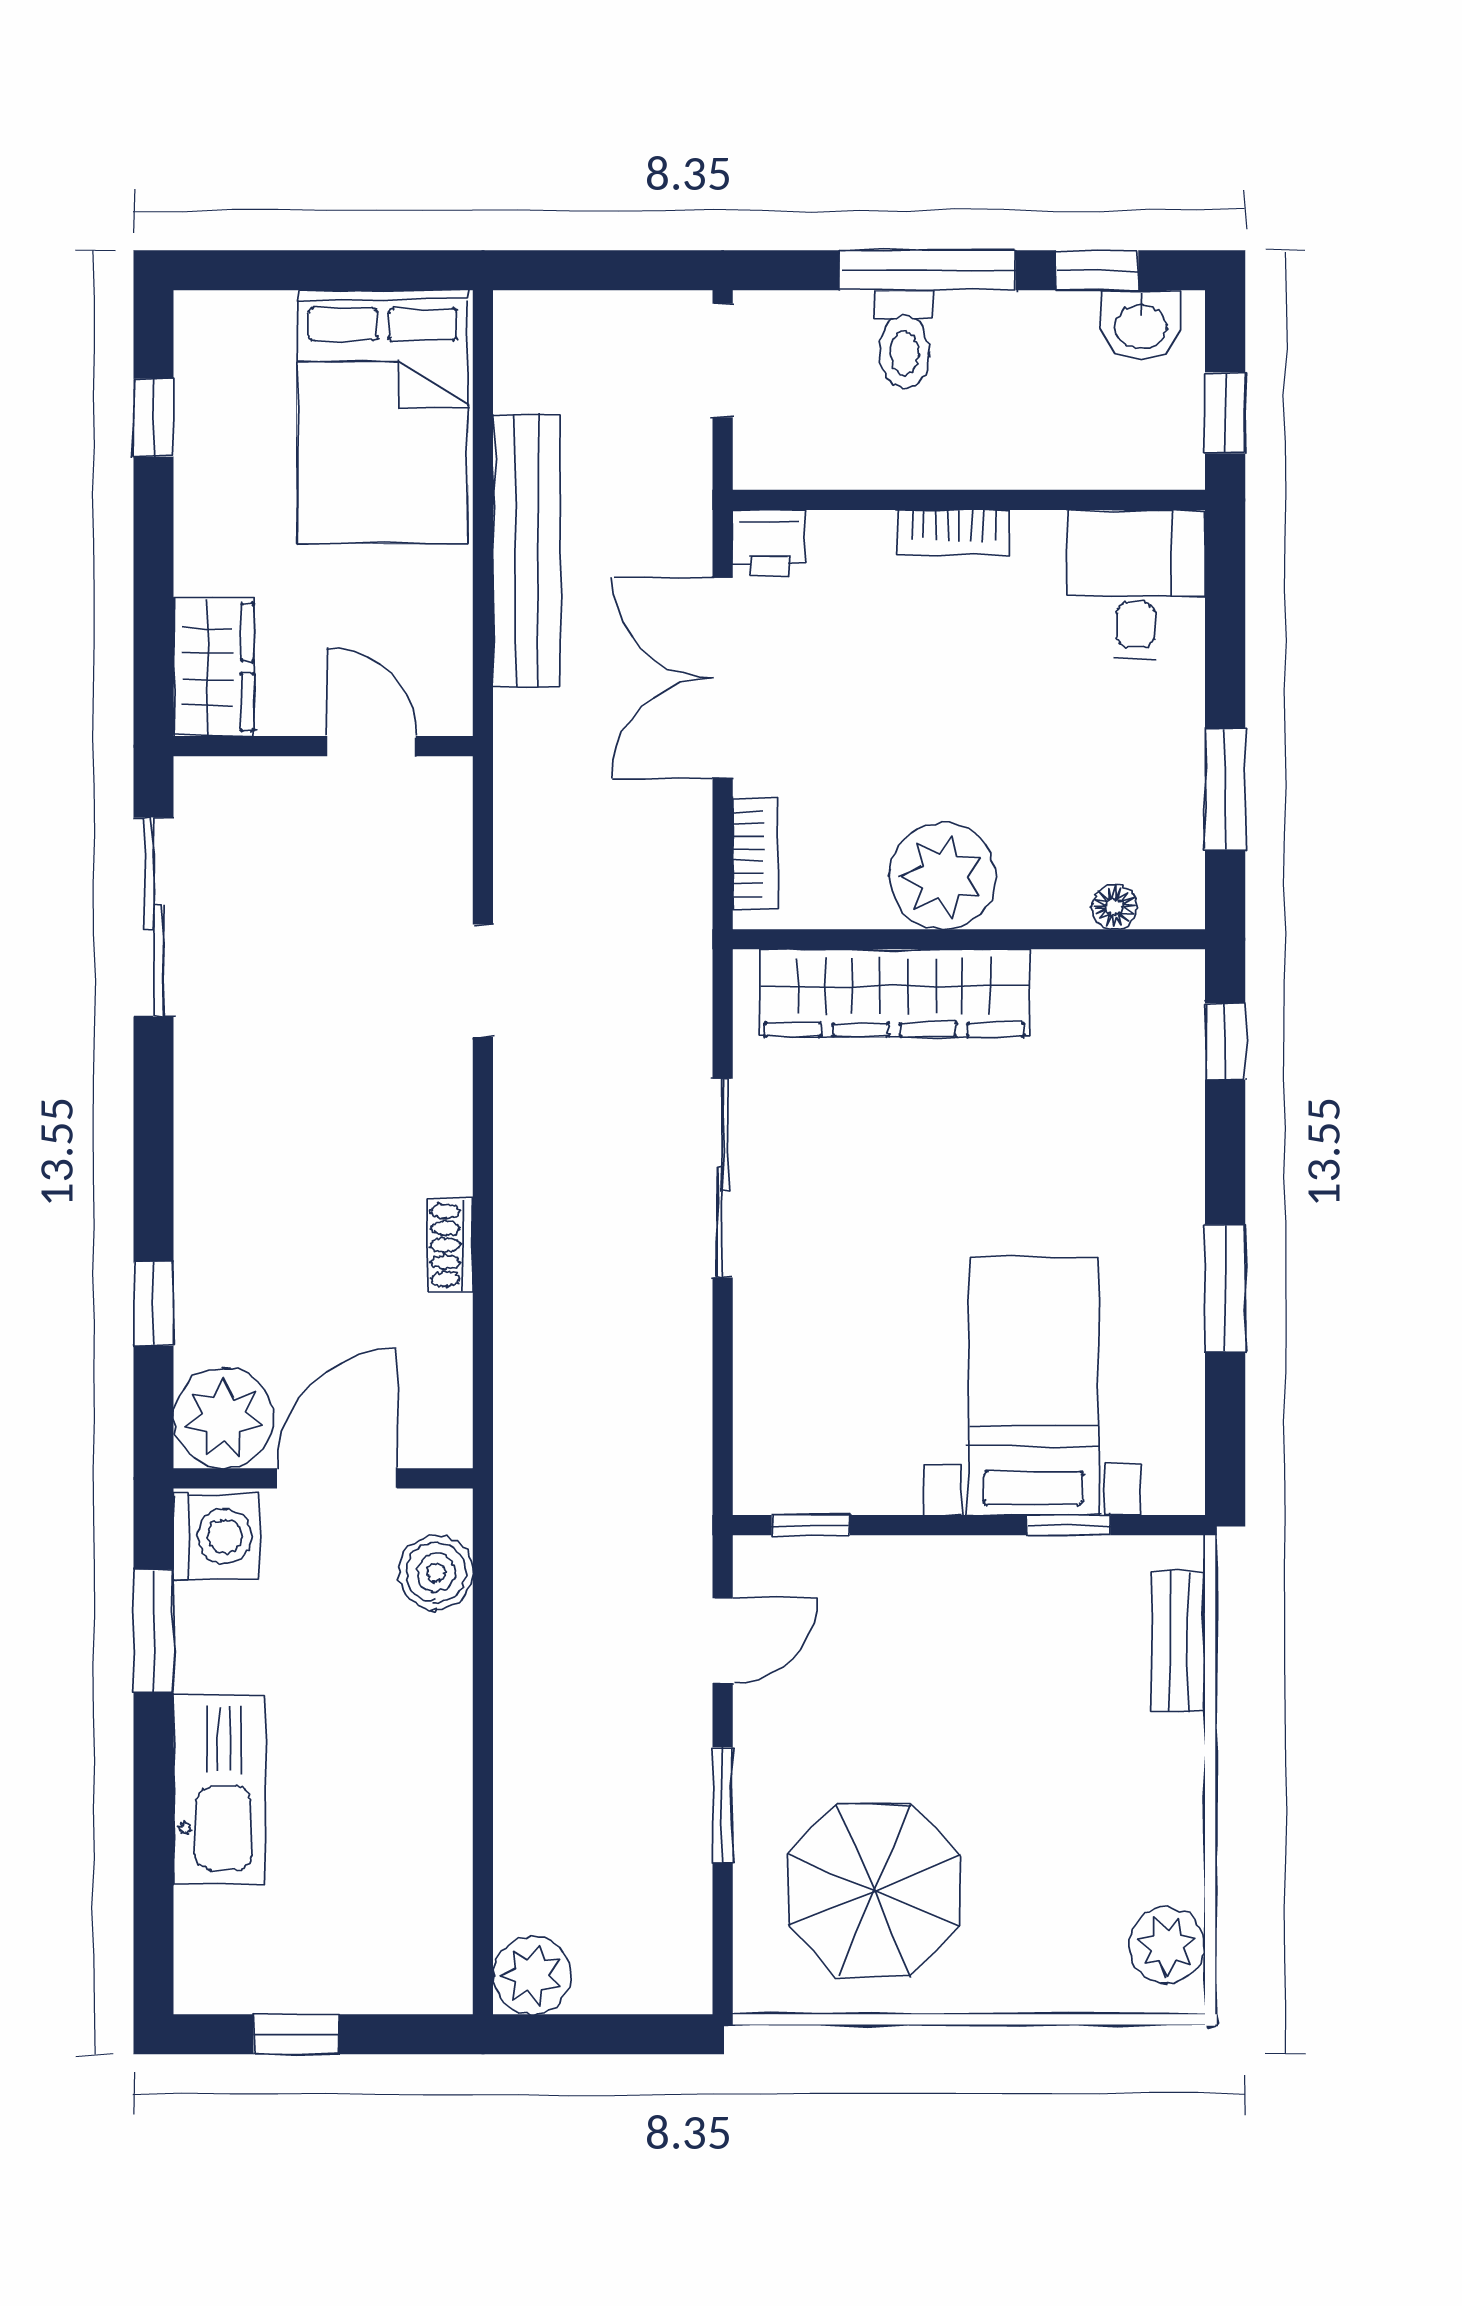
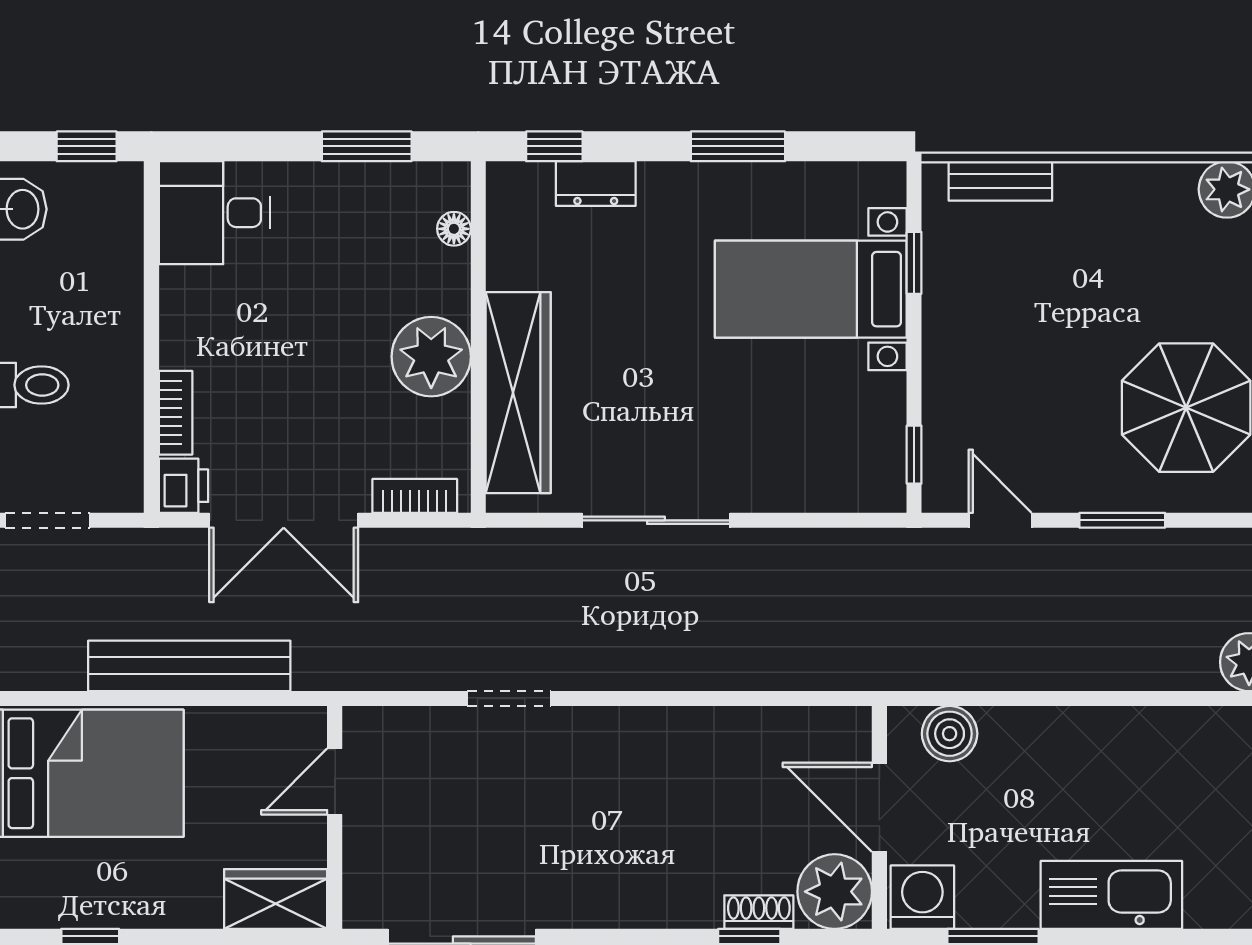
bookcase: (954, 532) -> (176, 413), moved
dresser: (1175, 1097) -> (596, 184), added
shoe rack: (450, 1245) -> (759, 912), moved, turned 180

